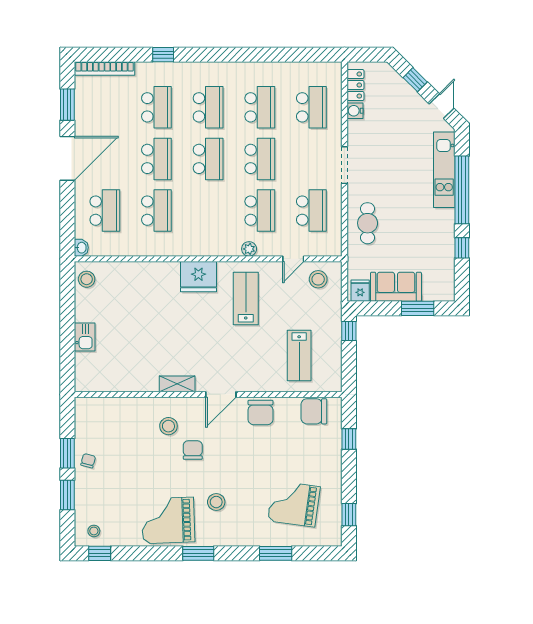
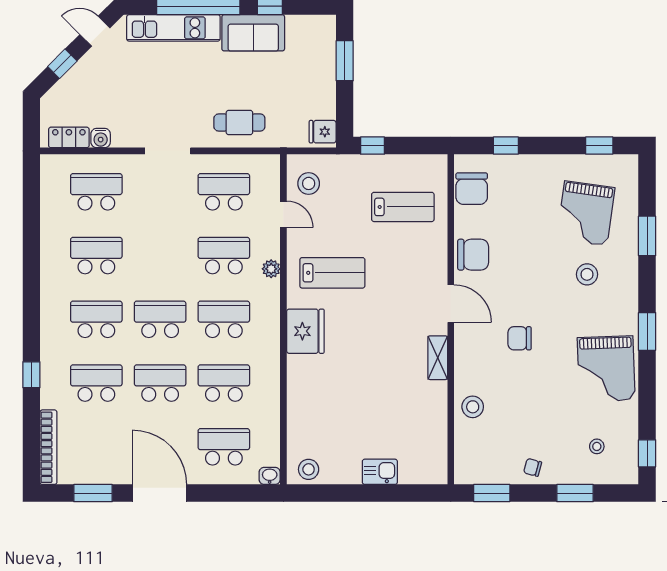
school desk: (260, 159) -> (224, 319), moved
sofa: (396, 287) -> (253, 33), moved, turned -90
lab bench: (246, 298) -> (332, 273), turned 180
stool: (168, 426) -> (473, 407), moved
window: (67, 453) -> (492, 493), moved
stool: (216, 502) -> (587, 274), moved
stool: (94, 531) -> (597, 446), moved

